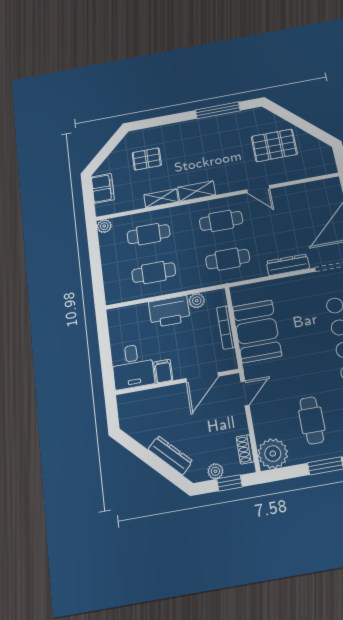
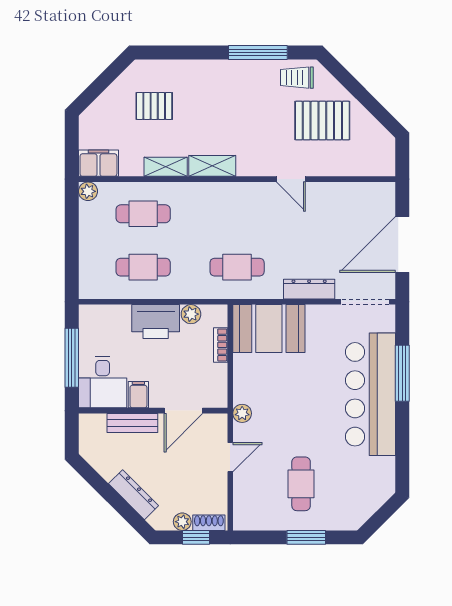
trolley: (250, 121) -> (297, 78), added
filing cabinet: (103, 188) -> (98, 163), moved, turned -90
cafe table: (221, 221) -> (237, 214), removed
bookcase: (226, 327) -> (221, 345), width x0.64
booth: (257, 331) -> (269, 329), moved, turned 90
window: (105, 352) -> (72, 358), added
door: (245, 393) -> (230, 457), moved
bench: (161, 395) -> (132, 423), added
shoe rack: (245, 449) -> (209, 523), moved, turned 90
plant: (273, 454) -> (242, 413), moved, width x0.53, depth x0.53

